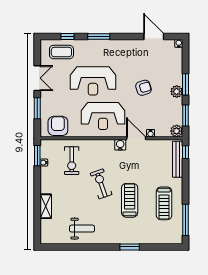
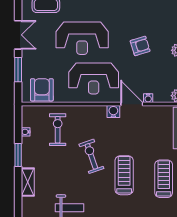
window: (37, 156) -> (18, 155), moved
exercise bike: (72, 161) -> (58, 130), turned 180
treadmill: (164, 203) -> (164, 179), turned 180

